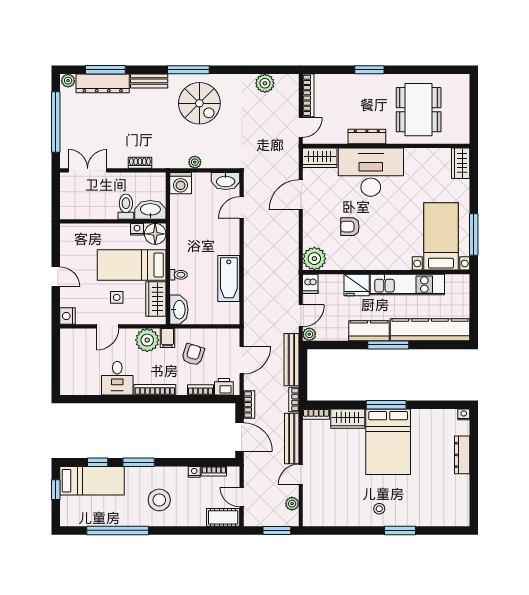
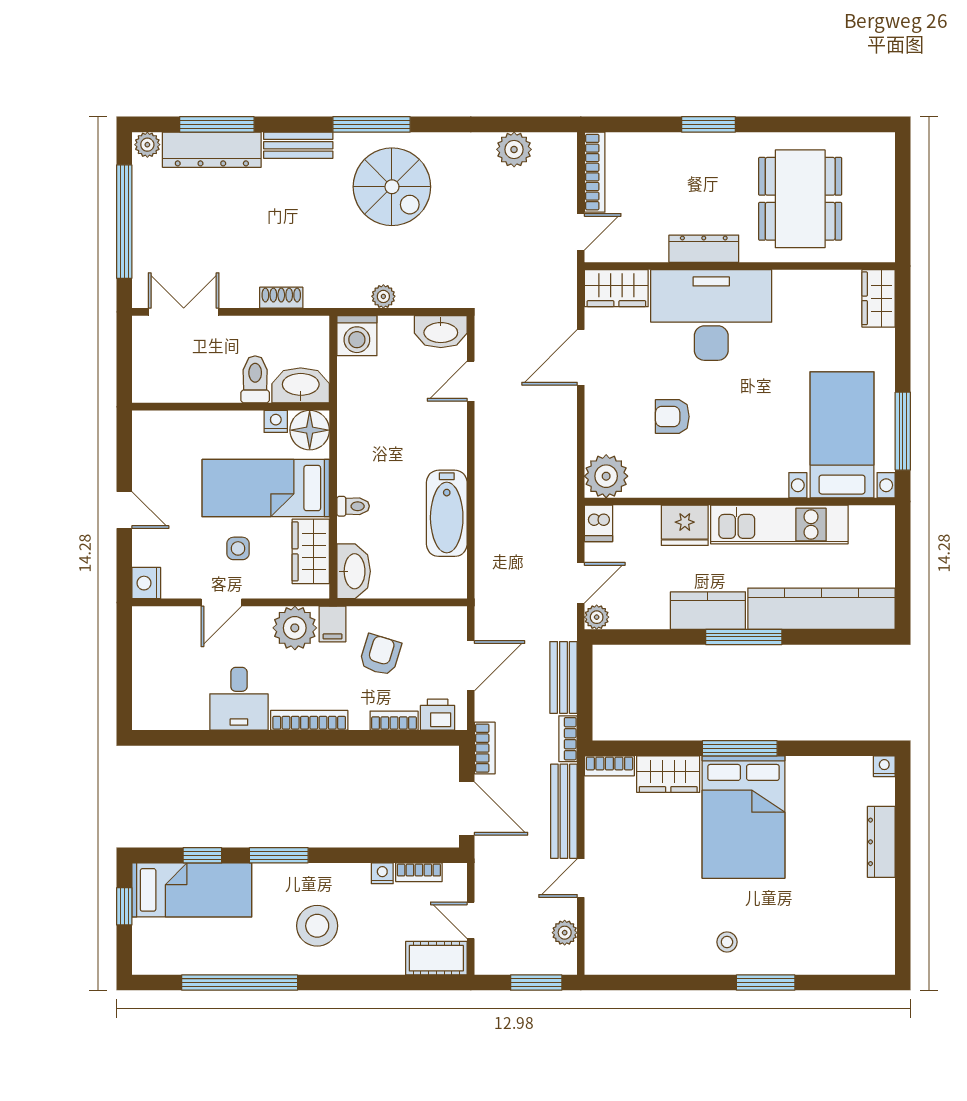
bench: (291, 360) -> (563, 677), width x0.73

